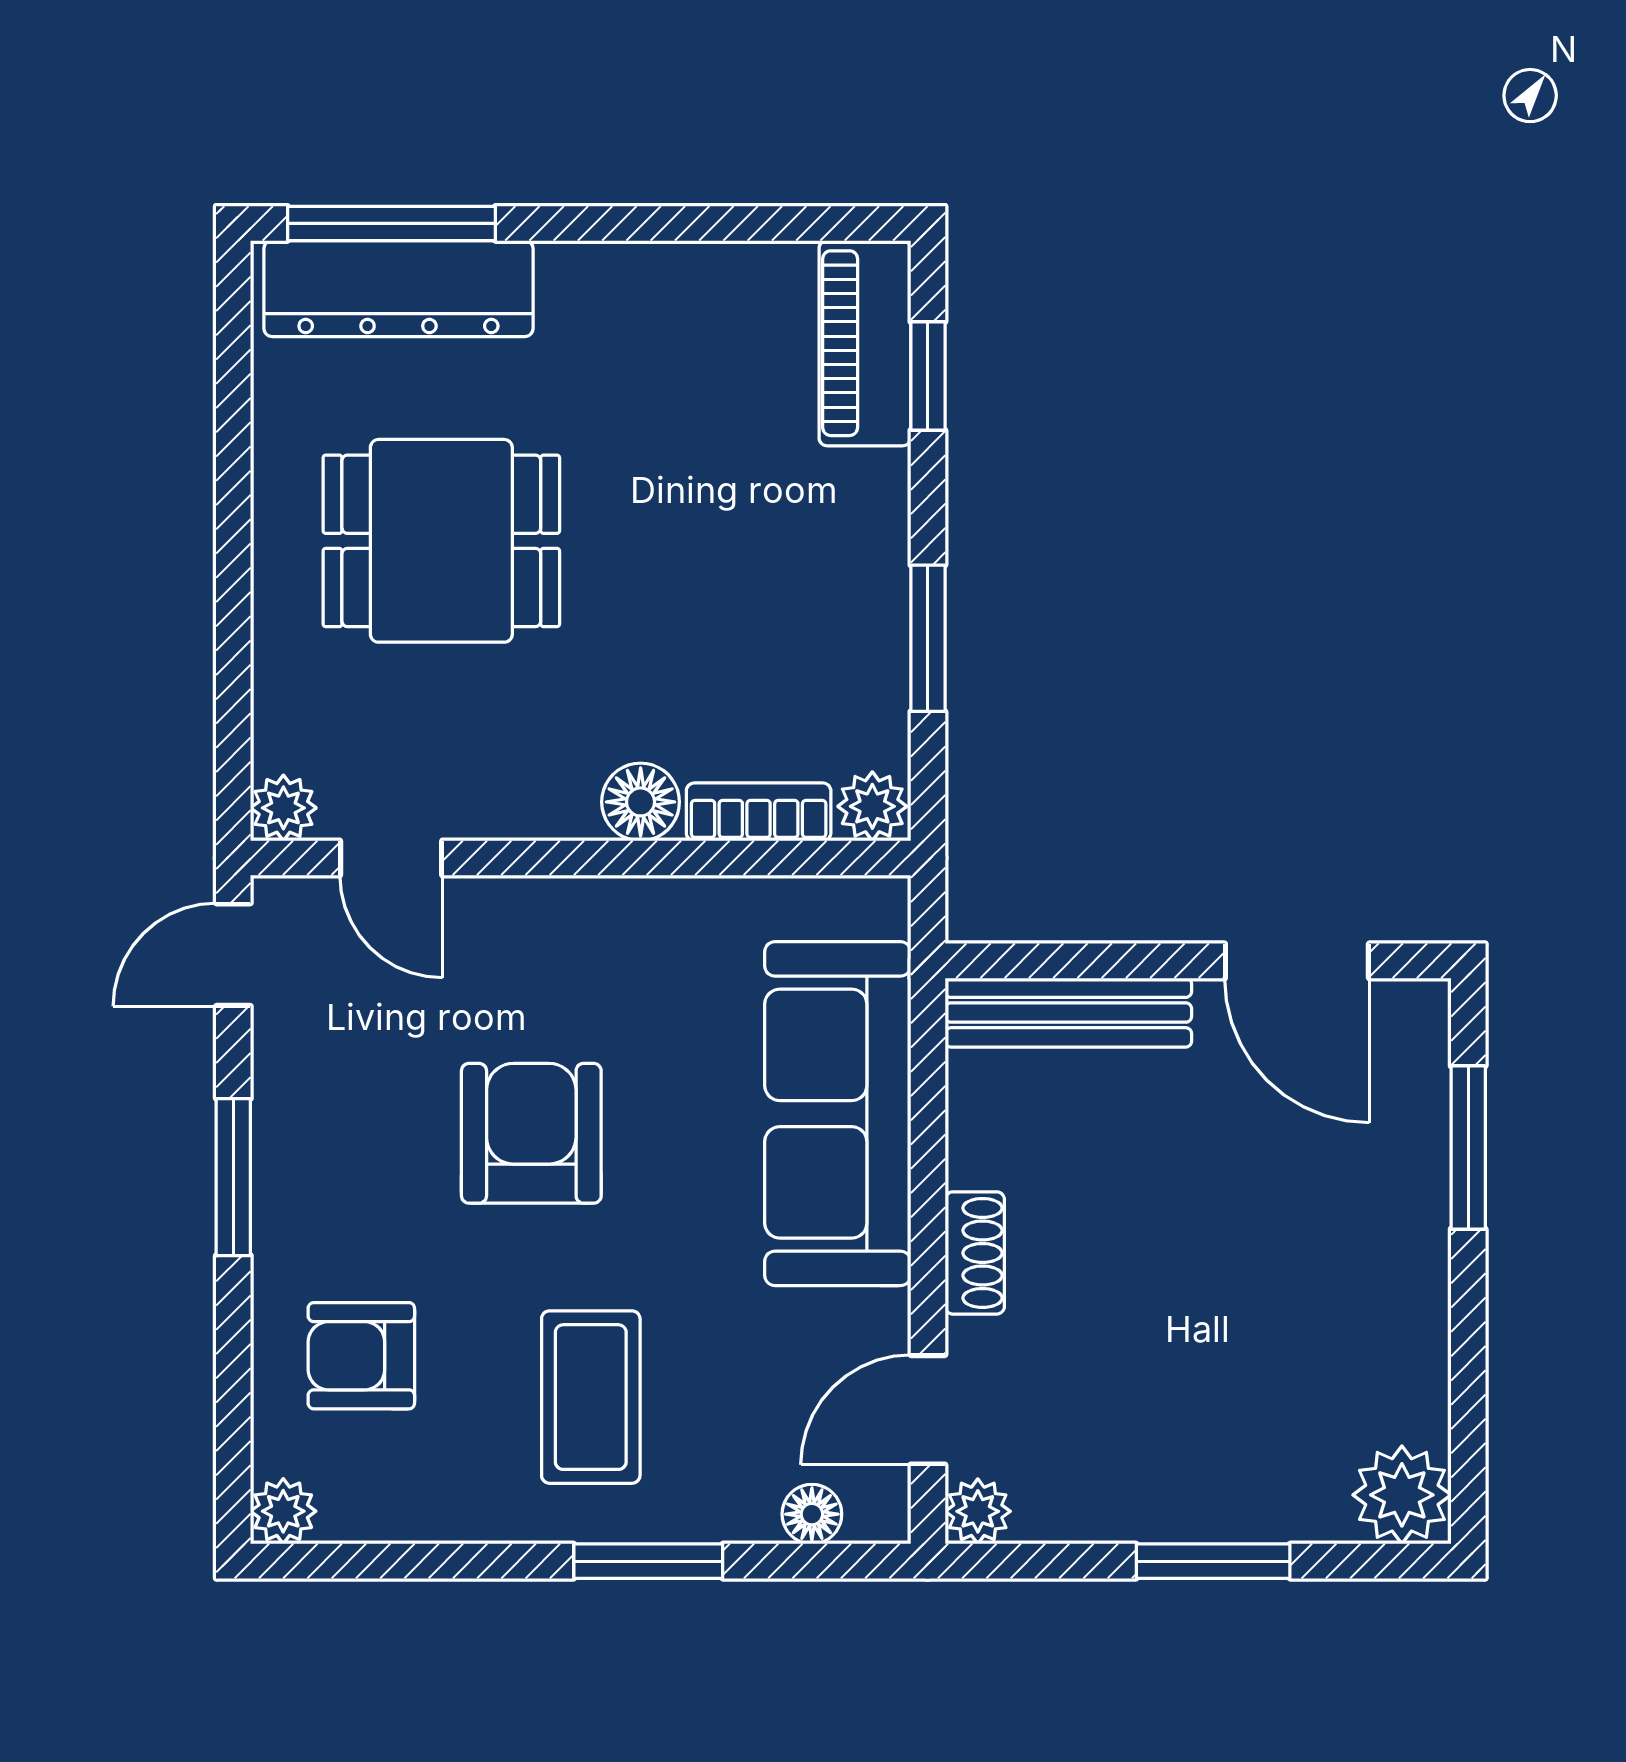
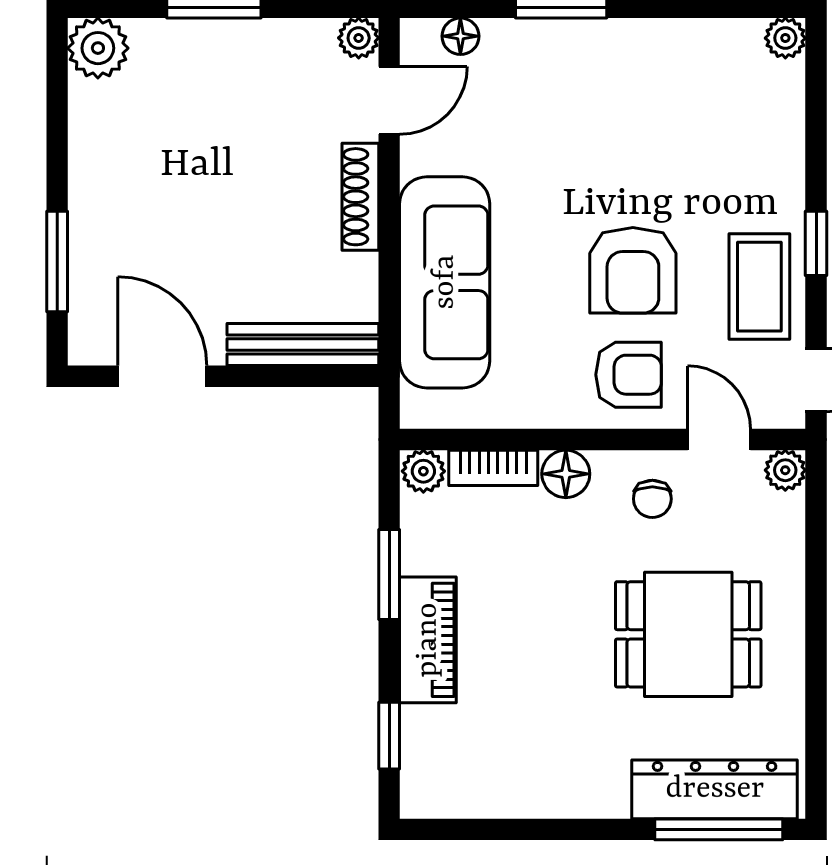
piano: (865, 343) -> (428, 640), moved
chair: (500, 761) -> (652, 499), added
window: (233, 1177) -> (816, 243), width x0.67
shoe rack: (975, 1253) -> (360, 197), width x1.43
armchair: (361, 1356) -> (629, 375), moved
coffee table: (591, 1397) -> (759, 287), moved

